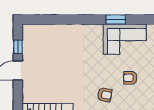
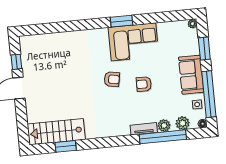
armchair: (105, 95) -> (112, 79), moved

